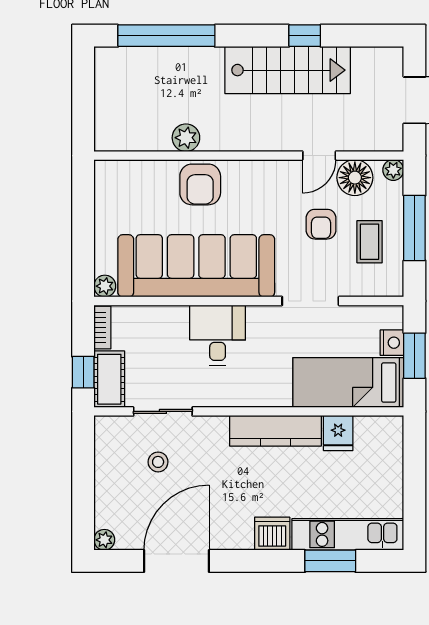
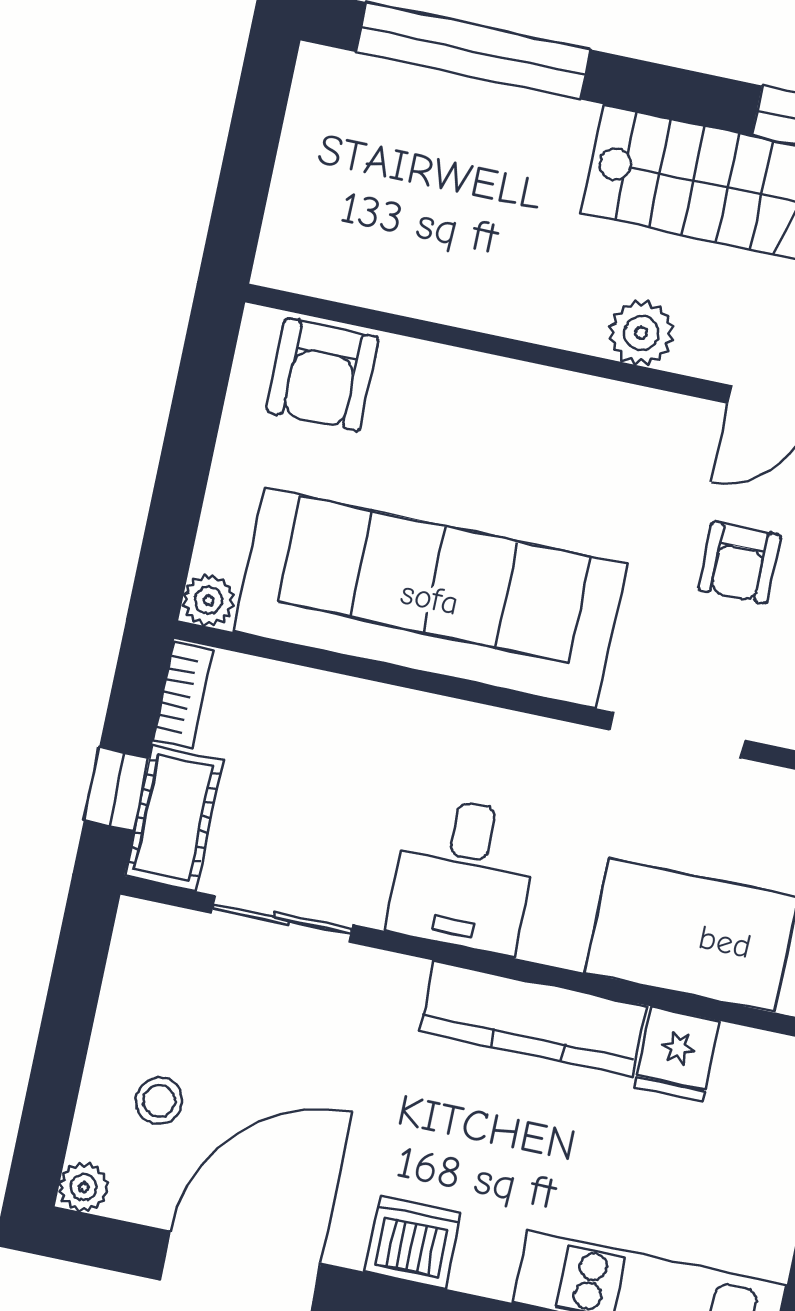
plant: (186, 138) -> (641, 333), moved
armchair: (200, 184) -> (322, 375), moved
desk: (218, 335) -> (464, 875), moved, turned 180
stool: (158, 462) -> (159, 1101), moved
dishwasher: (272, 534) -> (413, 1242), moved

